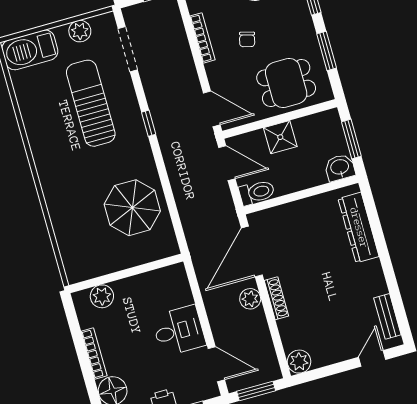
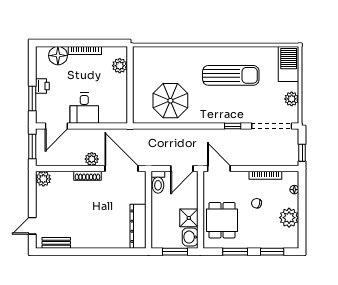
doorway: (128, 49) -> (272, 126), width x1.36
sun lounger: (91, 103) -> (231, 75), moved
door: (212, 109) -> (219, 169), swing flipped
window: (149, 123) -> (233, 126), moved
shower: (280, 137) -> (189, 218), moved
washbasin: (340, 168) -> (190, 237), moved, turned 180
dresser: (359, 228) -> (138, 226), moved, turned -90
door: (372, 358) -> (32, 226), swing flipped

